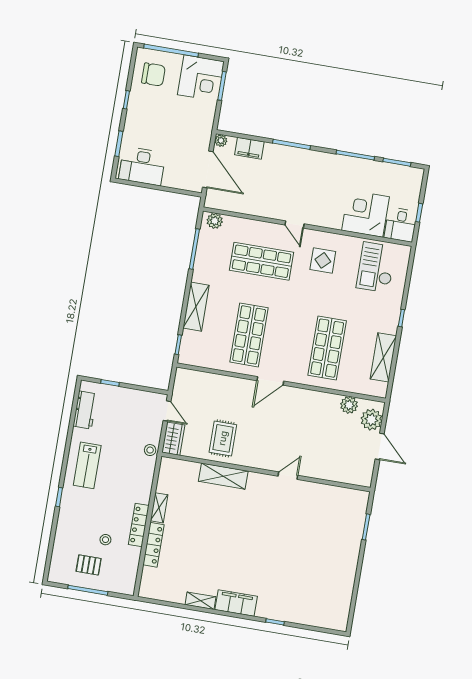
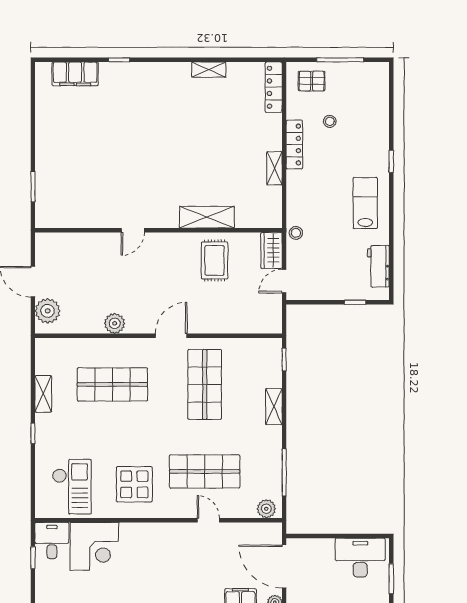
door: (295, 224) -> (208, 520), moved
display table: (323, 260) -> (134, 484), width x1.36, depth x1.36
shelving: (196, 307) -> (274, 407), width x0.67, depth x0.75
shop shelf: (327, 348) -> (112, 384), turned 90
shelving: (383, 357) -> (43, 394), width x0.67, depth x0.75
plant: (349, 405) -> (115, 323), moved
door: (167, 411) -> (284, 281), hinge flipped
locker: (153, 545) -> (274, 87), moved
pallet: (89, 565) -> (312, 81), moved
filing cabinet: (236, 603) -> (75, 74), moved

